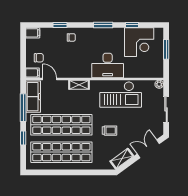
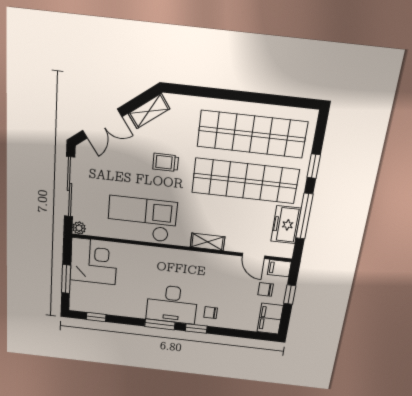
window: (60, 25) -> (196, 328), moved
window: (132, 25) -> (96, 317), moved
filing cabinet: (33, 33) -> (270, 319), width x2.00
corner desk: (139, 42) -> (94, 261), moved, turned 90
window: (23, 56) -> (290, 295), added
desk: (108, 65) -> (172, 304), moved, turned 180
freezer: (33, 97) -> (286, 225), width x0.71
sliding door: (166, 109) -> (70, 187), width x1.37

